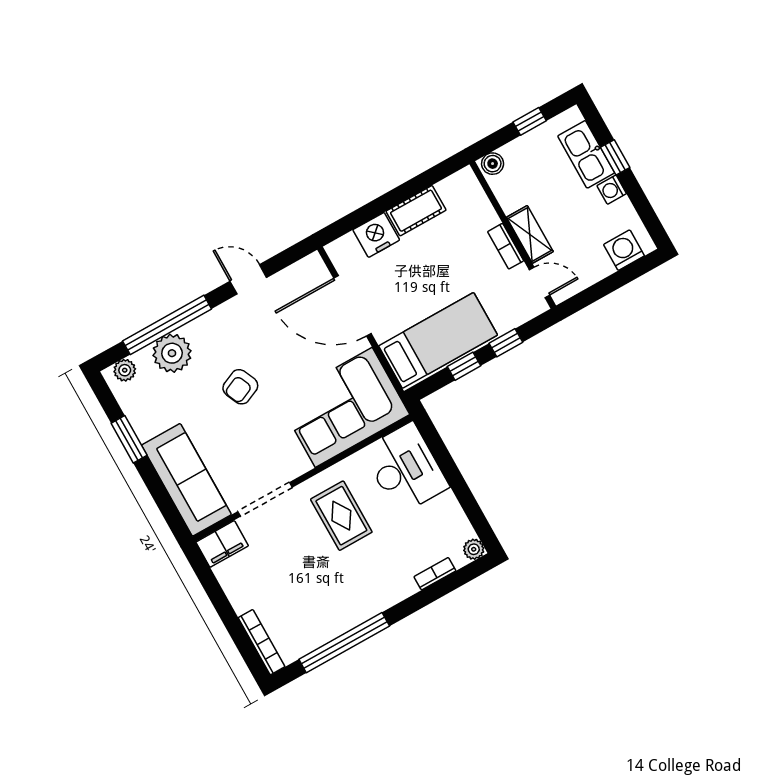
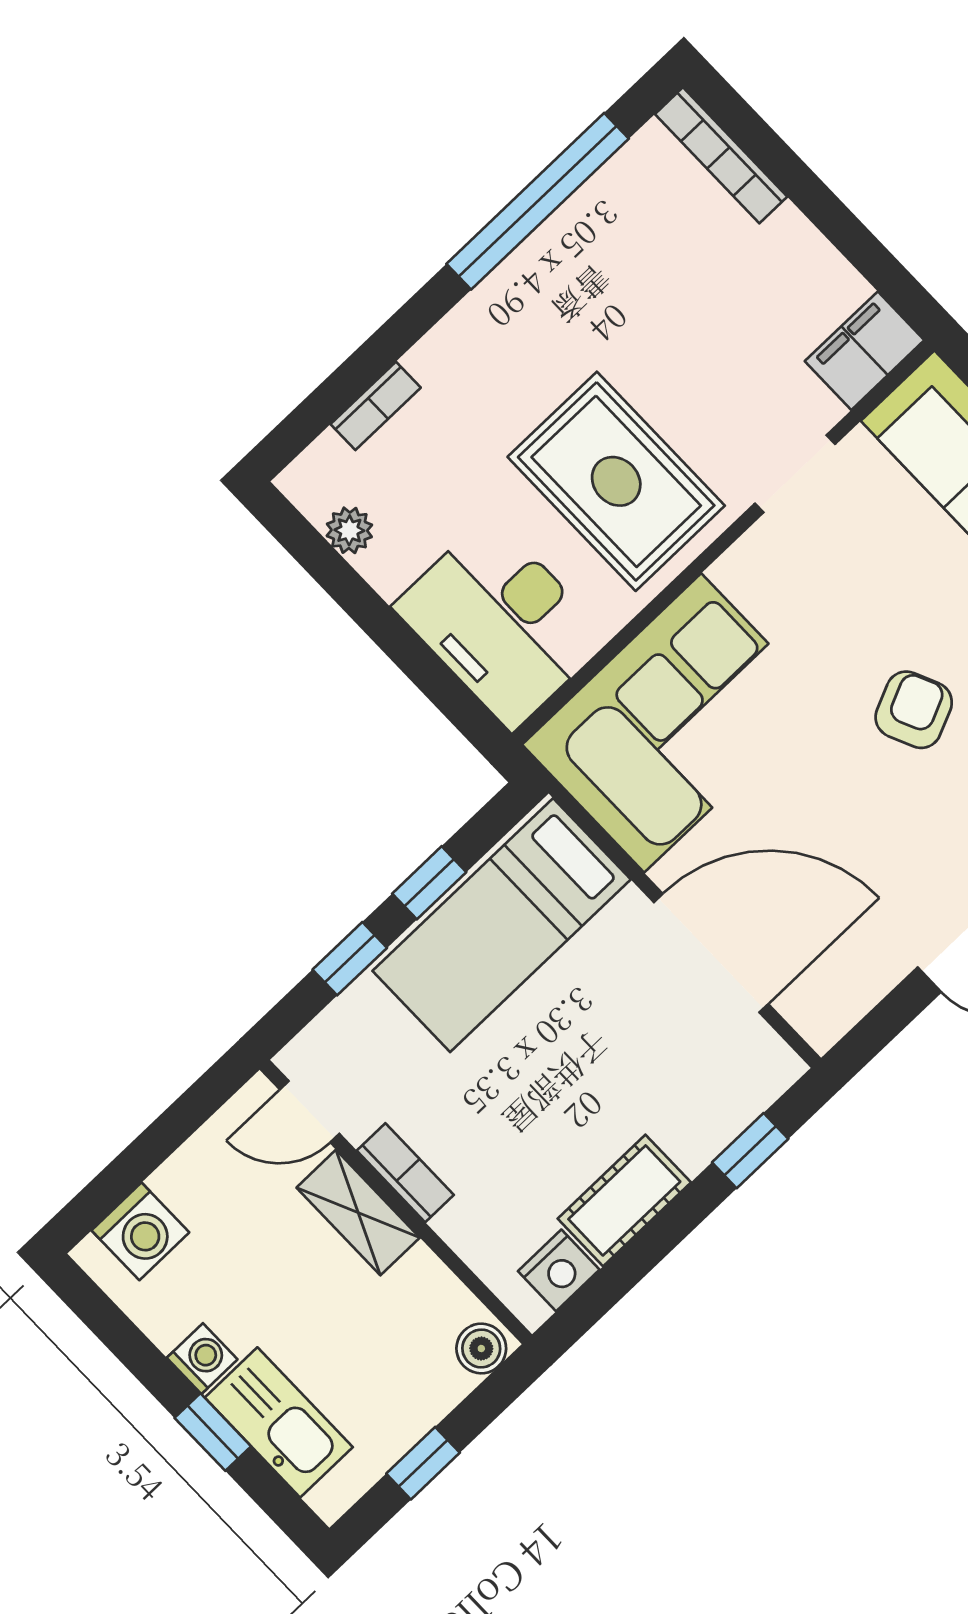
window: (357, 218) -> (750, 1151), added
nightstand: (376, 235) -> (559, 1270), moved, width x0.74, depth x0.75
doorway: (265, 499) -> (795, 474), width x0.73
rug: (341, 516) -> (616, 481), width x1.36, depth x1.43
plant: (474, 549) -> (349, 530), moved

